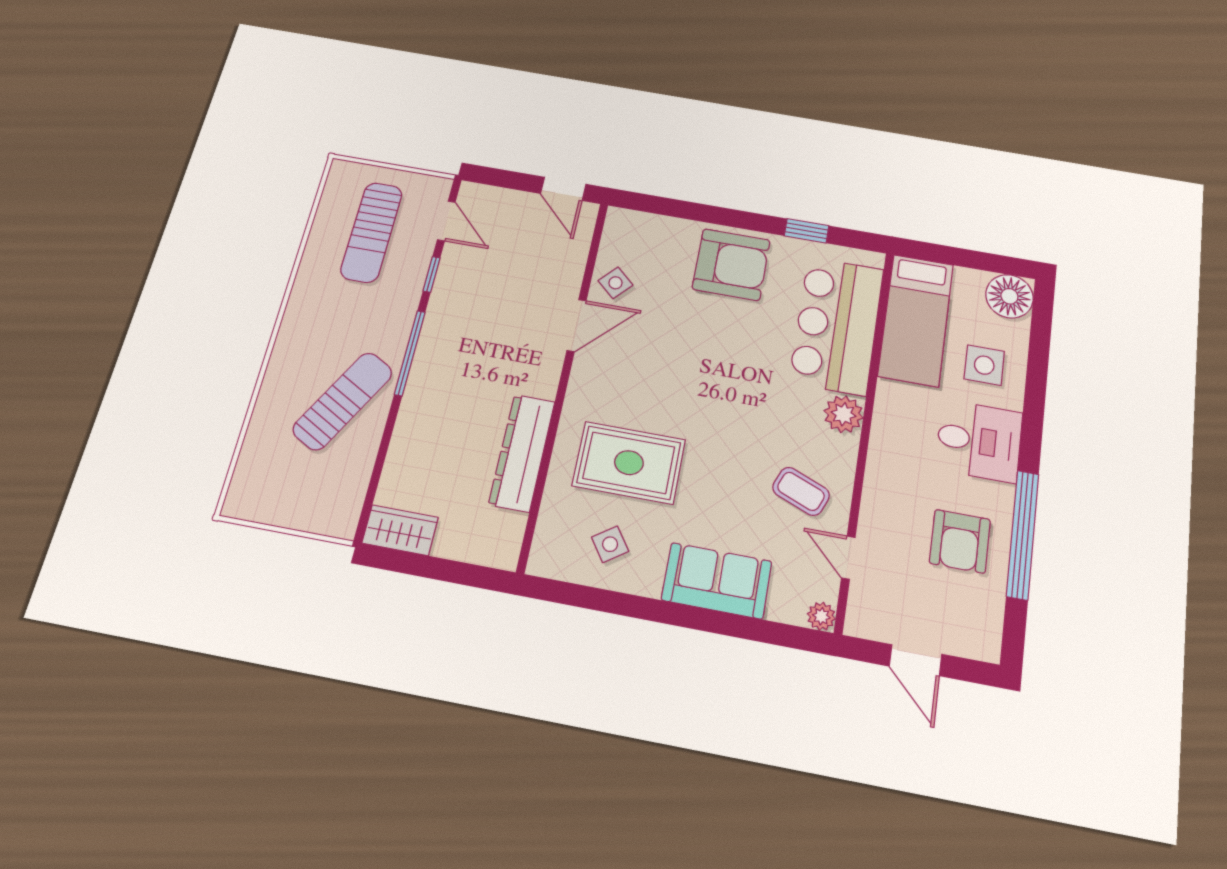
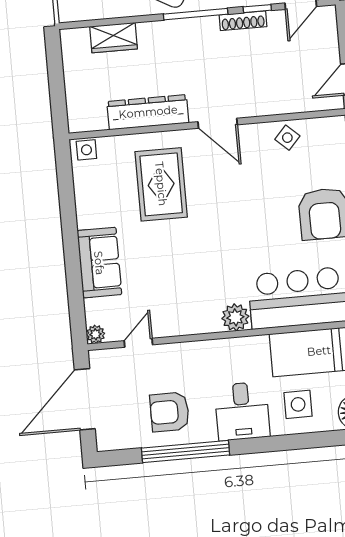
shoe rack: (441, 296) -> (243, 21), added
door: (577, 325) -> (218, 123), moved
coffee table: (801, 491) -> (174, 302), removed
wardrobe: (400, 530) -> (113, 38), moved, turned 90
side table: (610, 544) -> (86, 150), moved, turned 35
door: (916, 660) -> (85, 399), width x1.88

